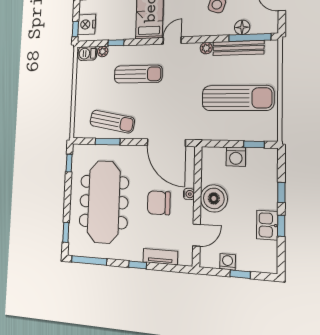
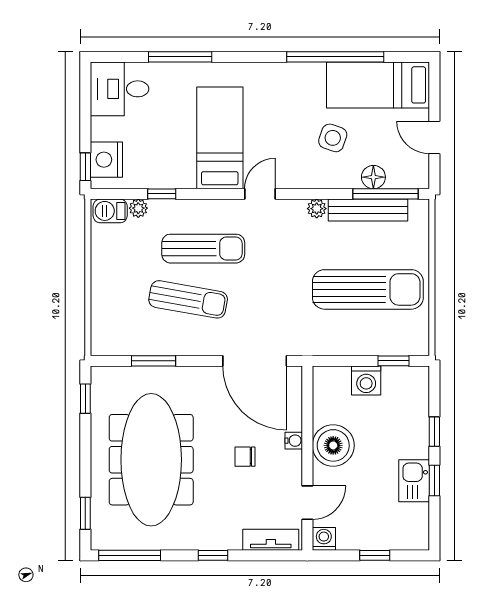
sun lounger: (112, 122) -> (188, 299), moved
chair: (159, 203) -> (245, 457), width x0.54, depth x0.54
tv unit: (160, 257) -> (271, 540), moved
washing machine: (228, 262) -> (324, 539), moved

